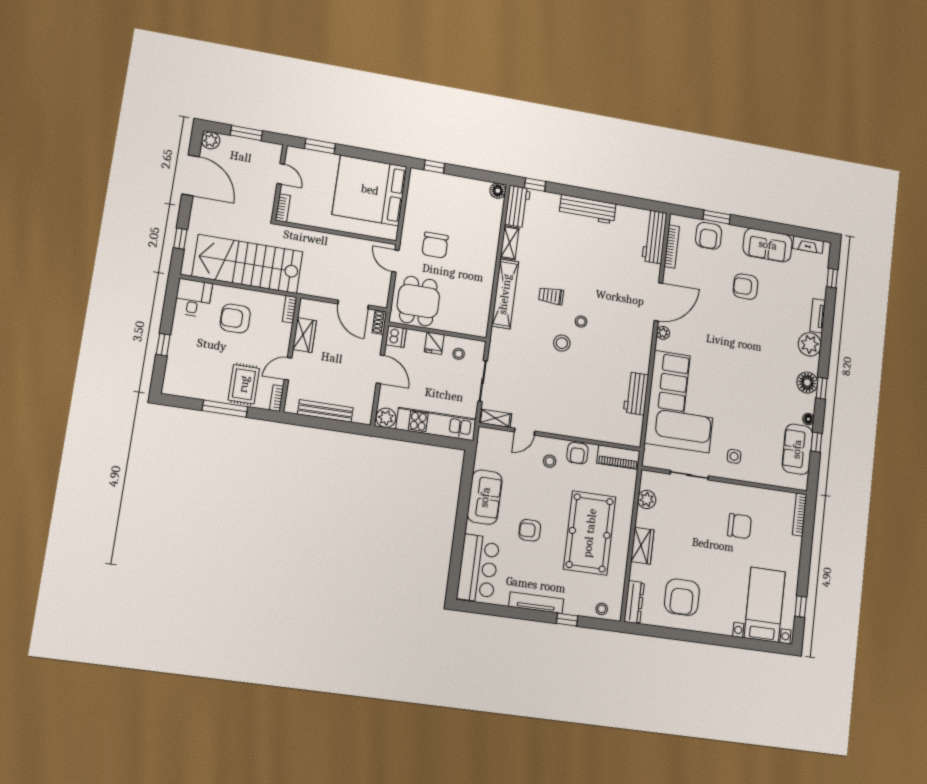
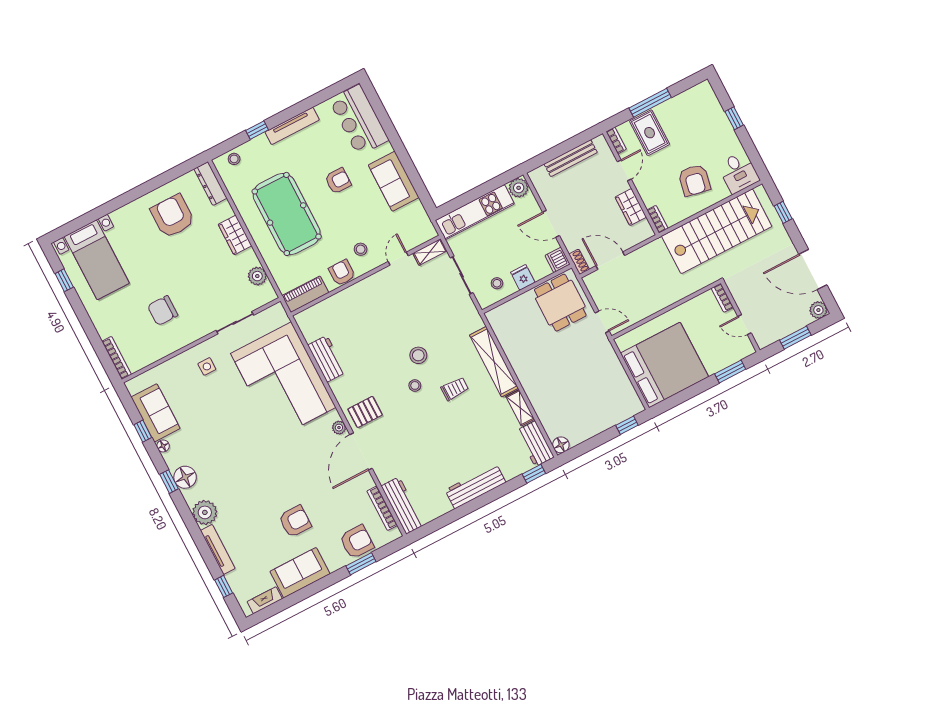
armchair: (709, 236) -> (357, 542), turned 90
chair: (435, 245) -> (580, 359), removed
tv unit: (818, 316) -> (218, 549), width x1.41
armchair: (235, 318) -> (694, 180), turned 101
pallet: (634, 330) -> (365, 412), added

